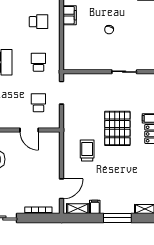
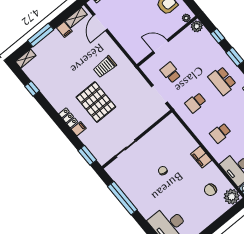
school desk: (38, 62) -> (195, 103), turned 90
school desk: (38, 103) -> (171, 73), turned 180
trolley: (87, 150) -> (105, 67), turned 90

